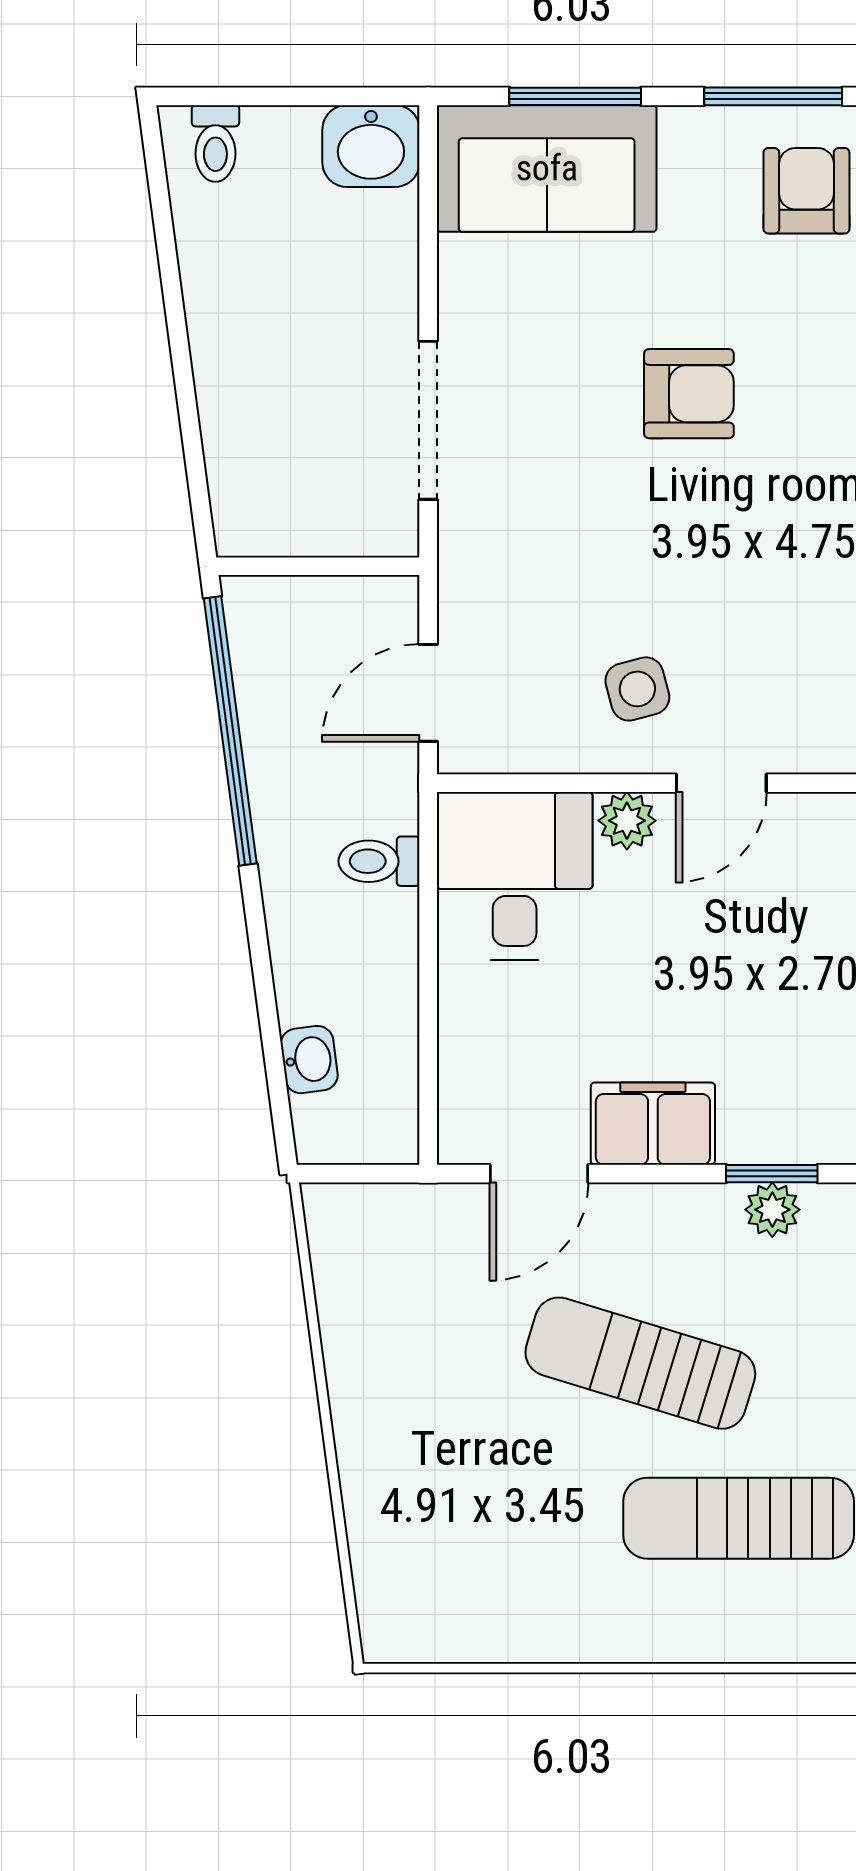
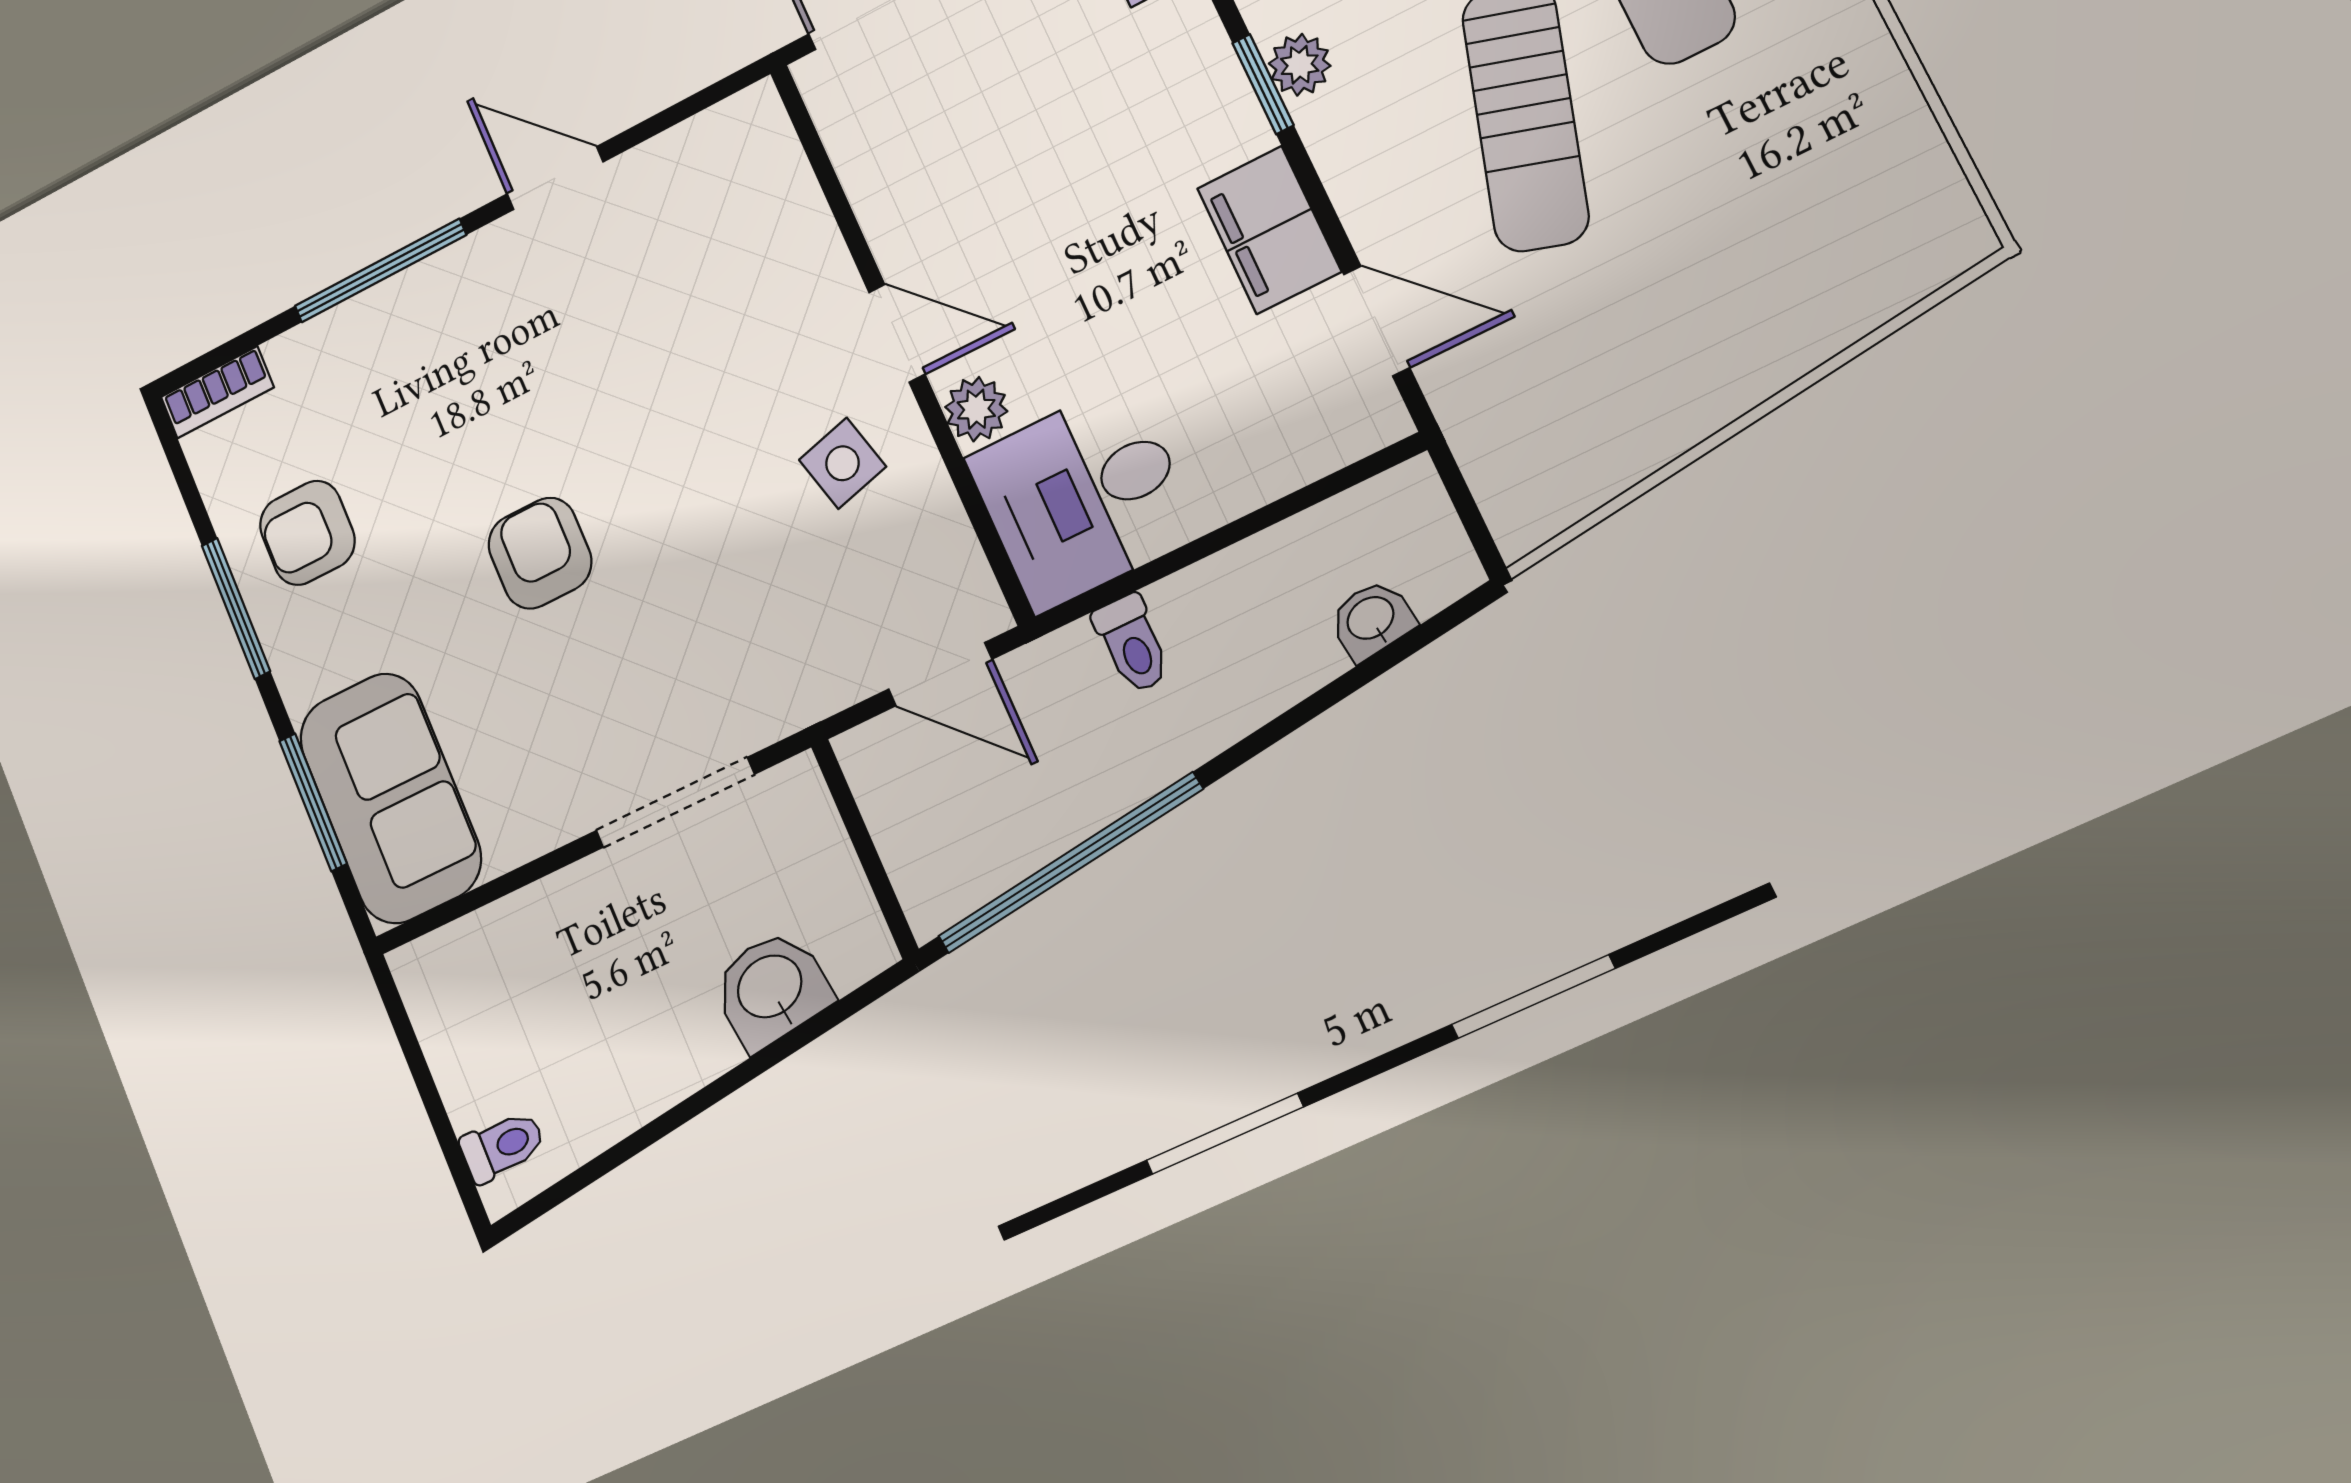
washbasin: (371, 146) -> (771, 989), moved, turned -98

